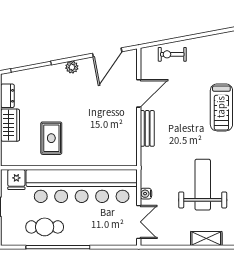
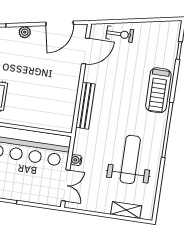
exercise bike: (172, 54) -> (120, 34), turned 180
door: (139, 93) -> (86, 51), moved
bench: (147, 128) -> (85, 106), width x1.36

